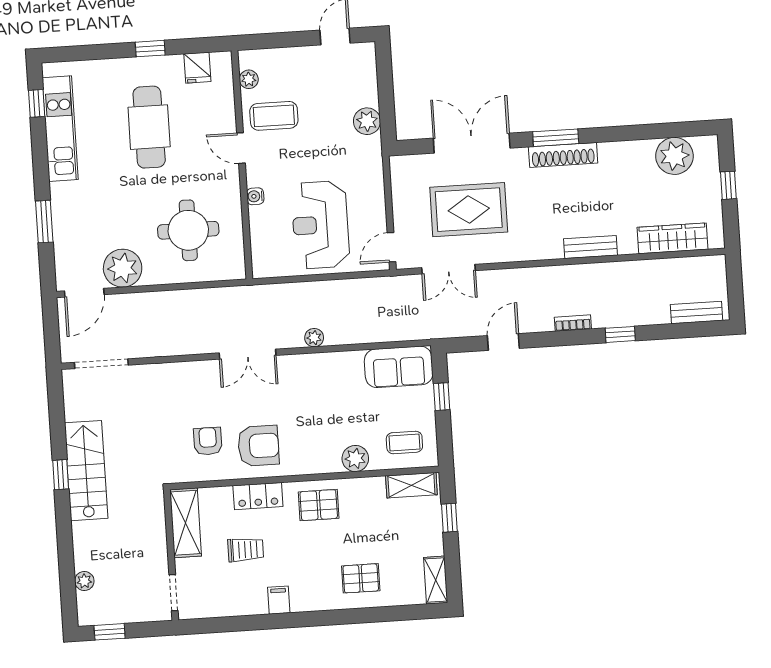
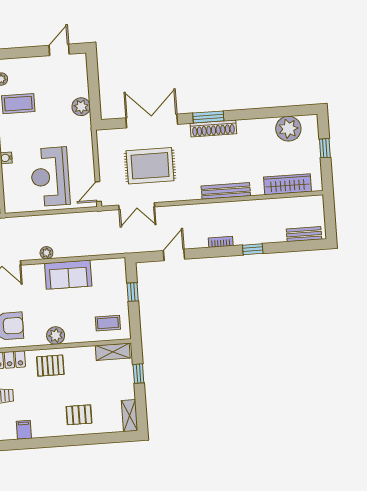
bench: (590, 247) -> (226, 191), width x1.36
sofa: (399, 367) -> (68, 275), moved
plant: (355, 459) -> (56, 335), moved

